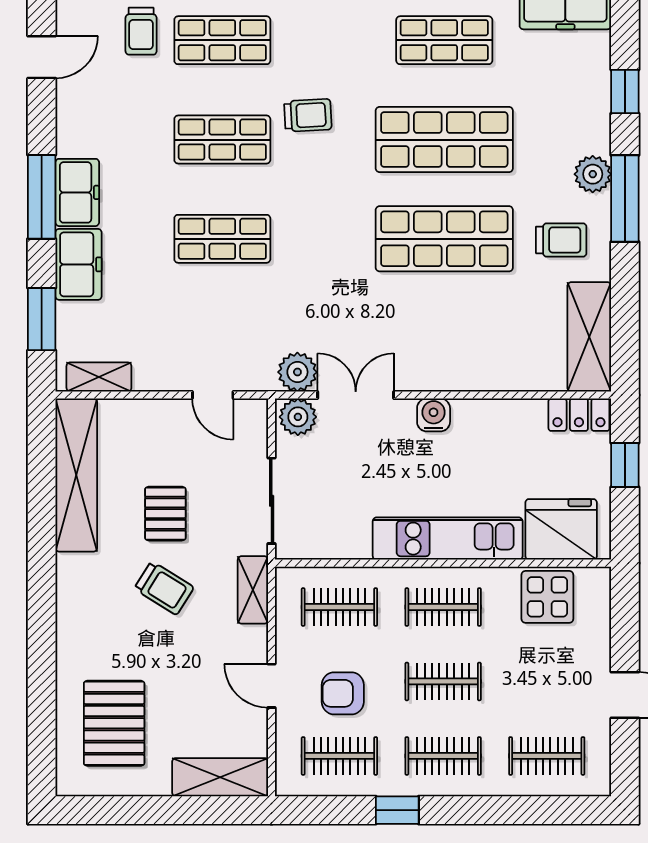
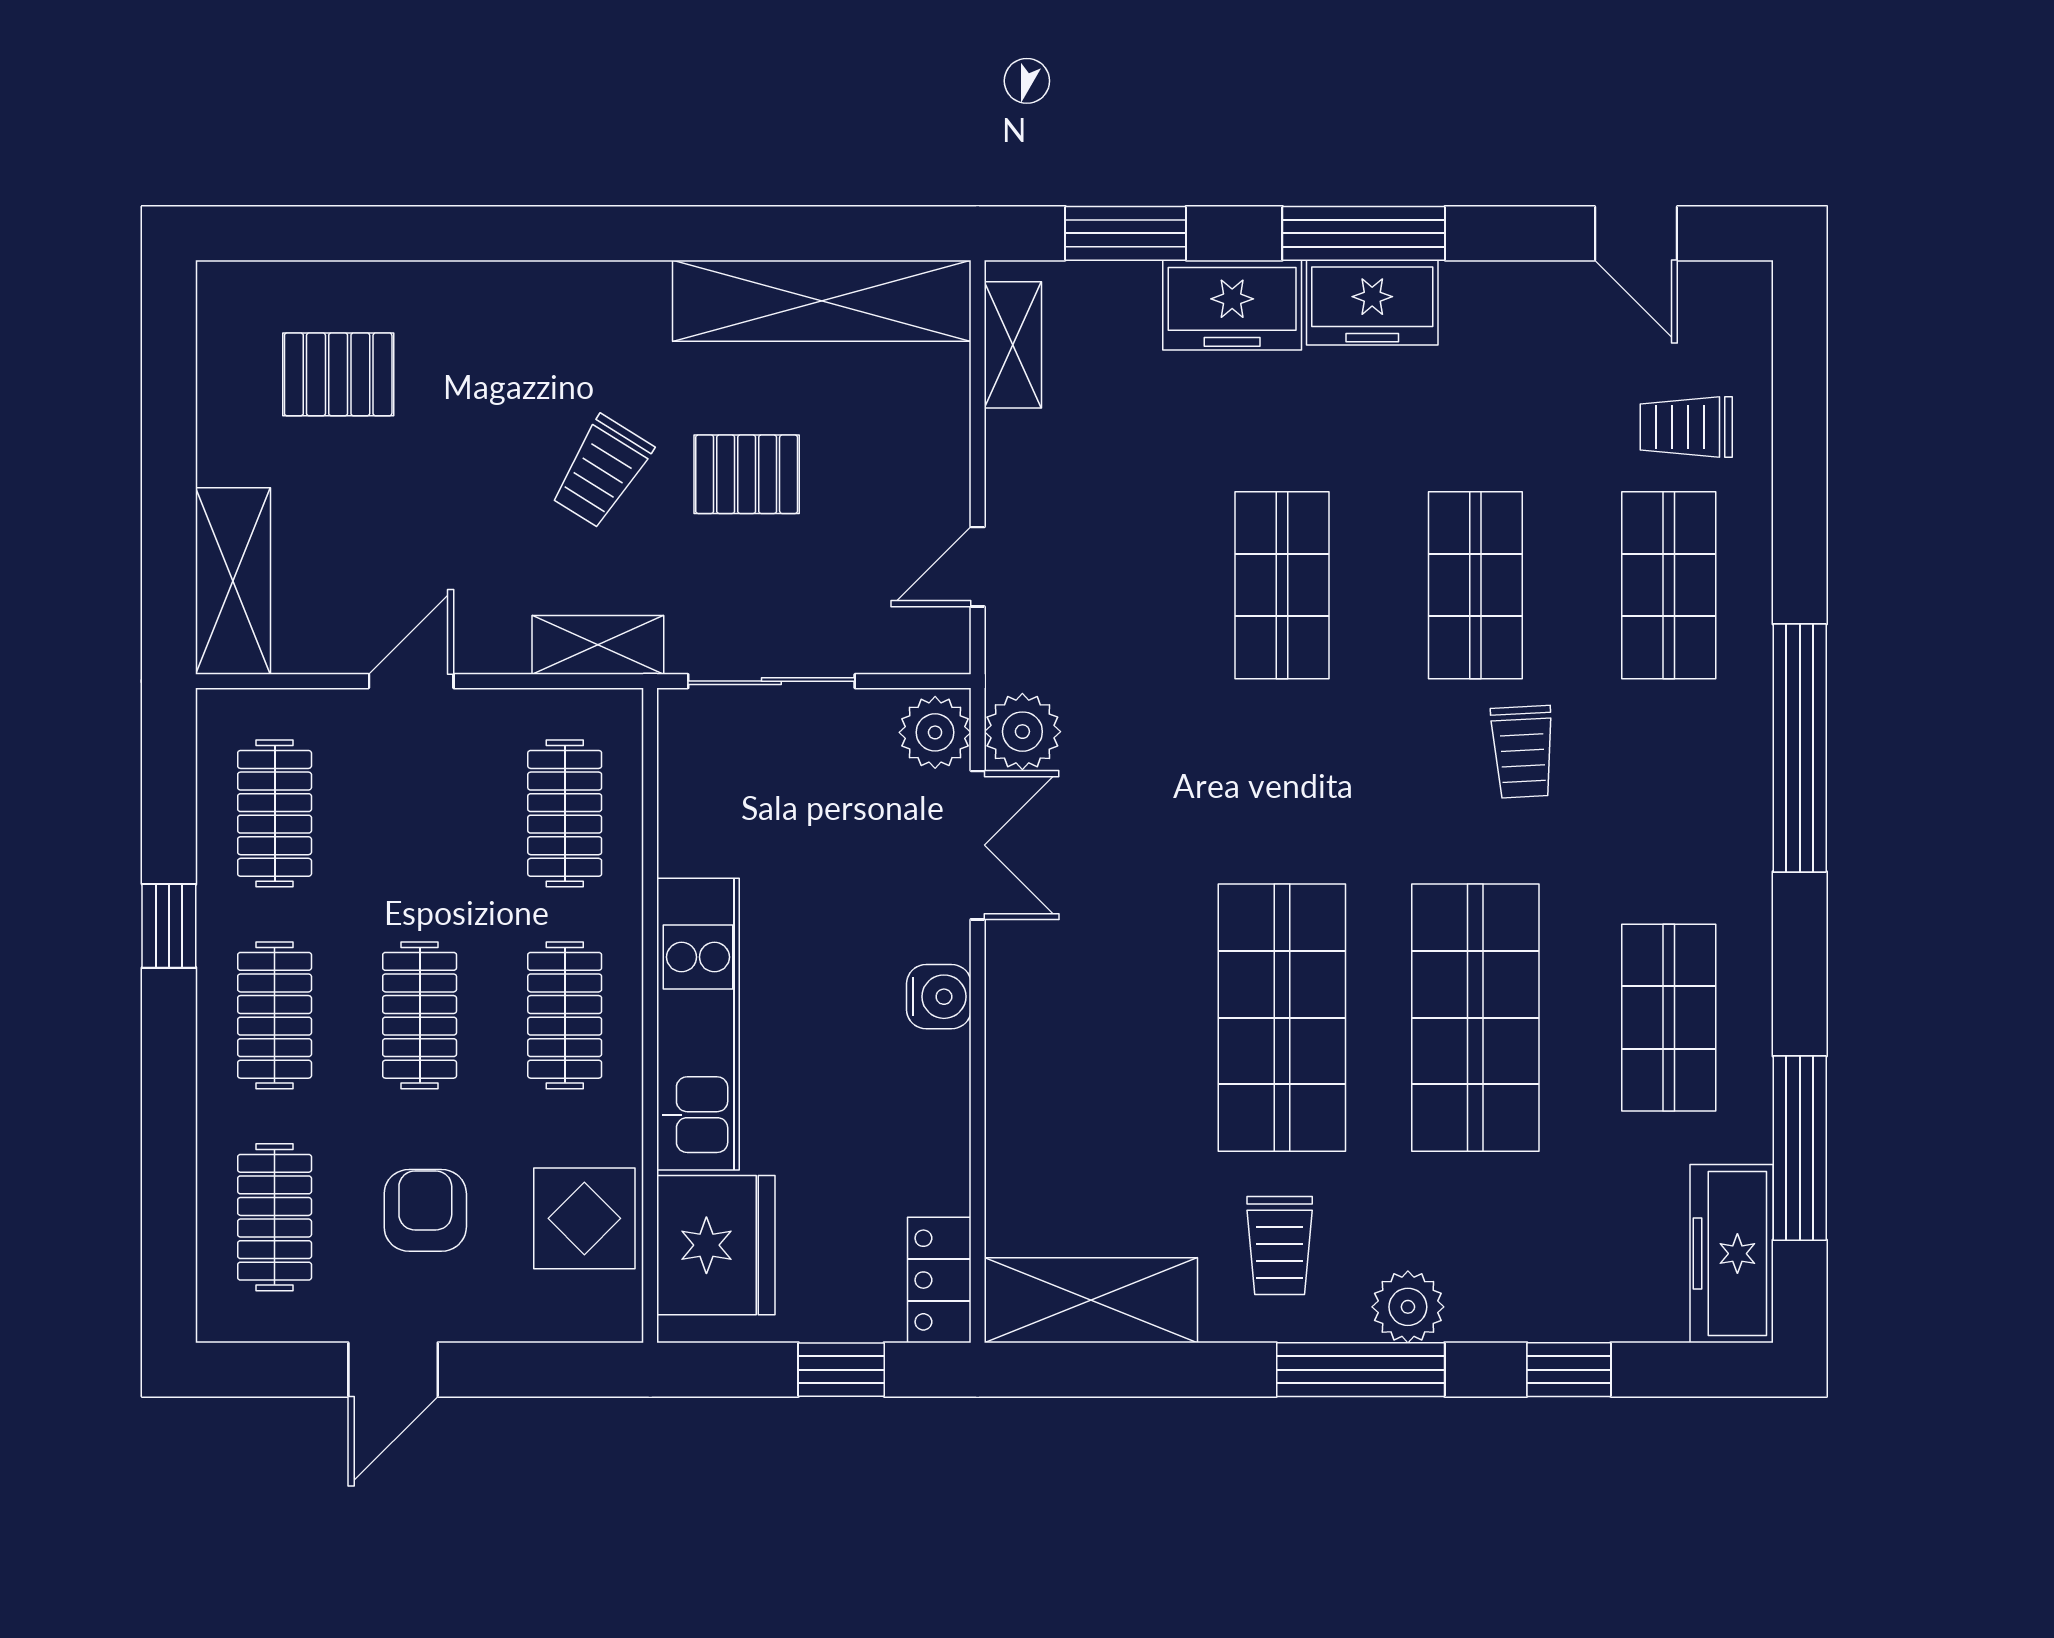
armchair: (343, 693) -> (425, 1210), moved
pallet: (114, 723) -> (338, 374), width x0.67, depth x0.71

